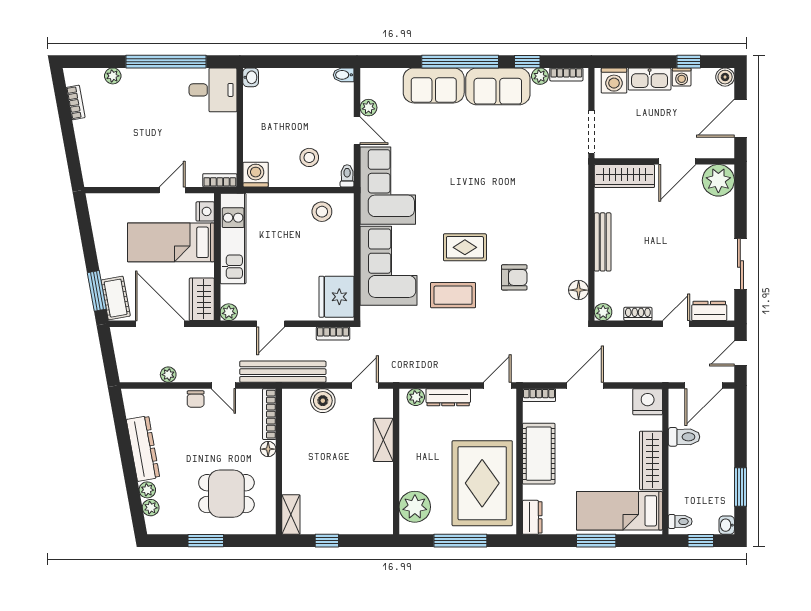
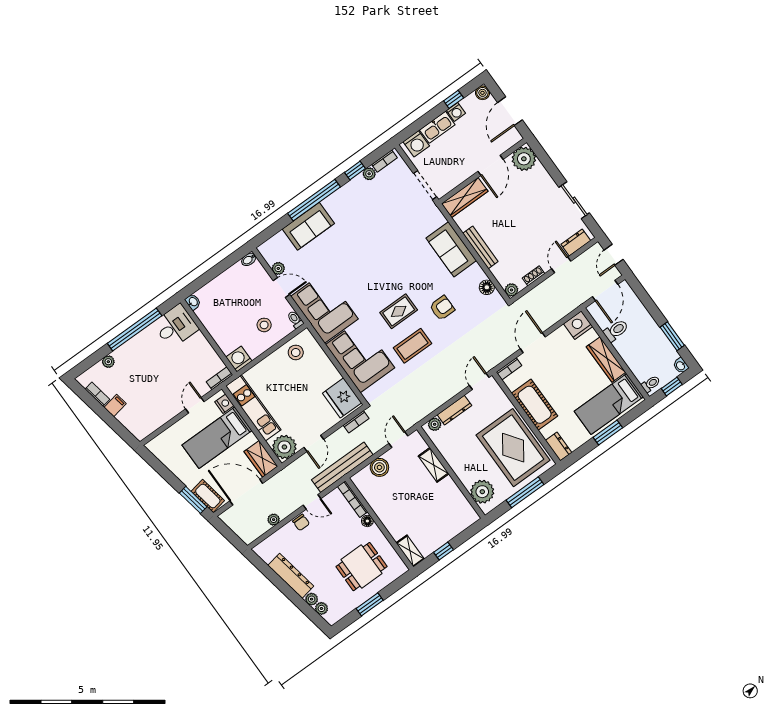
sofa: (498, 86) -> (451, 249), moved, turned 90
filing cabinet: (86, 128) -> (115, 406), added
plant: (229, 312) -> (284, 447), width x1.88, depth x1.88

